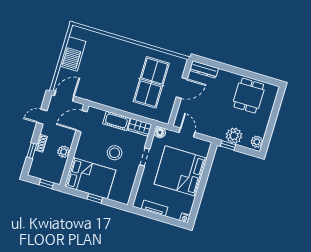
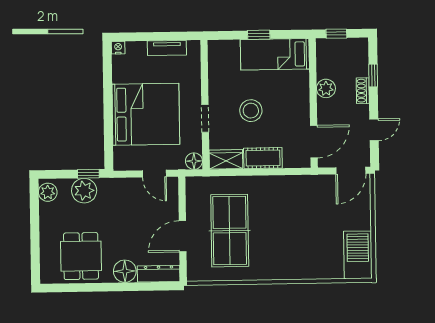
barbecue: (73, 54) -> (358, 255), moved
floor lamp: (224, 78) -> (125, 271), added
bed: (90, 178) -> (275, 54), width x0.67

